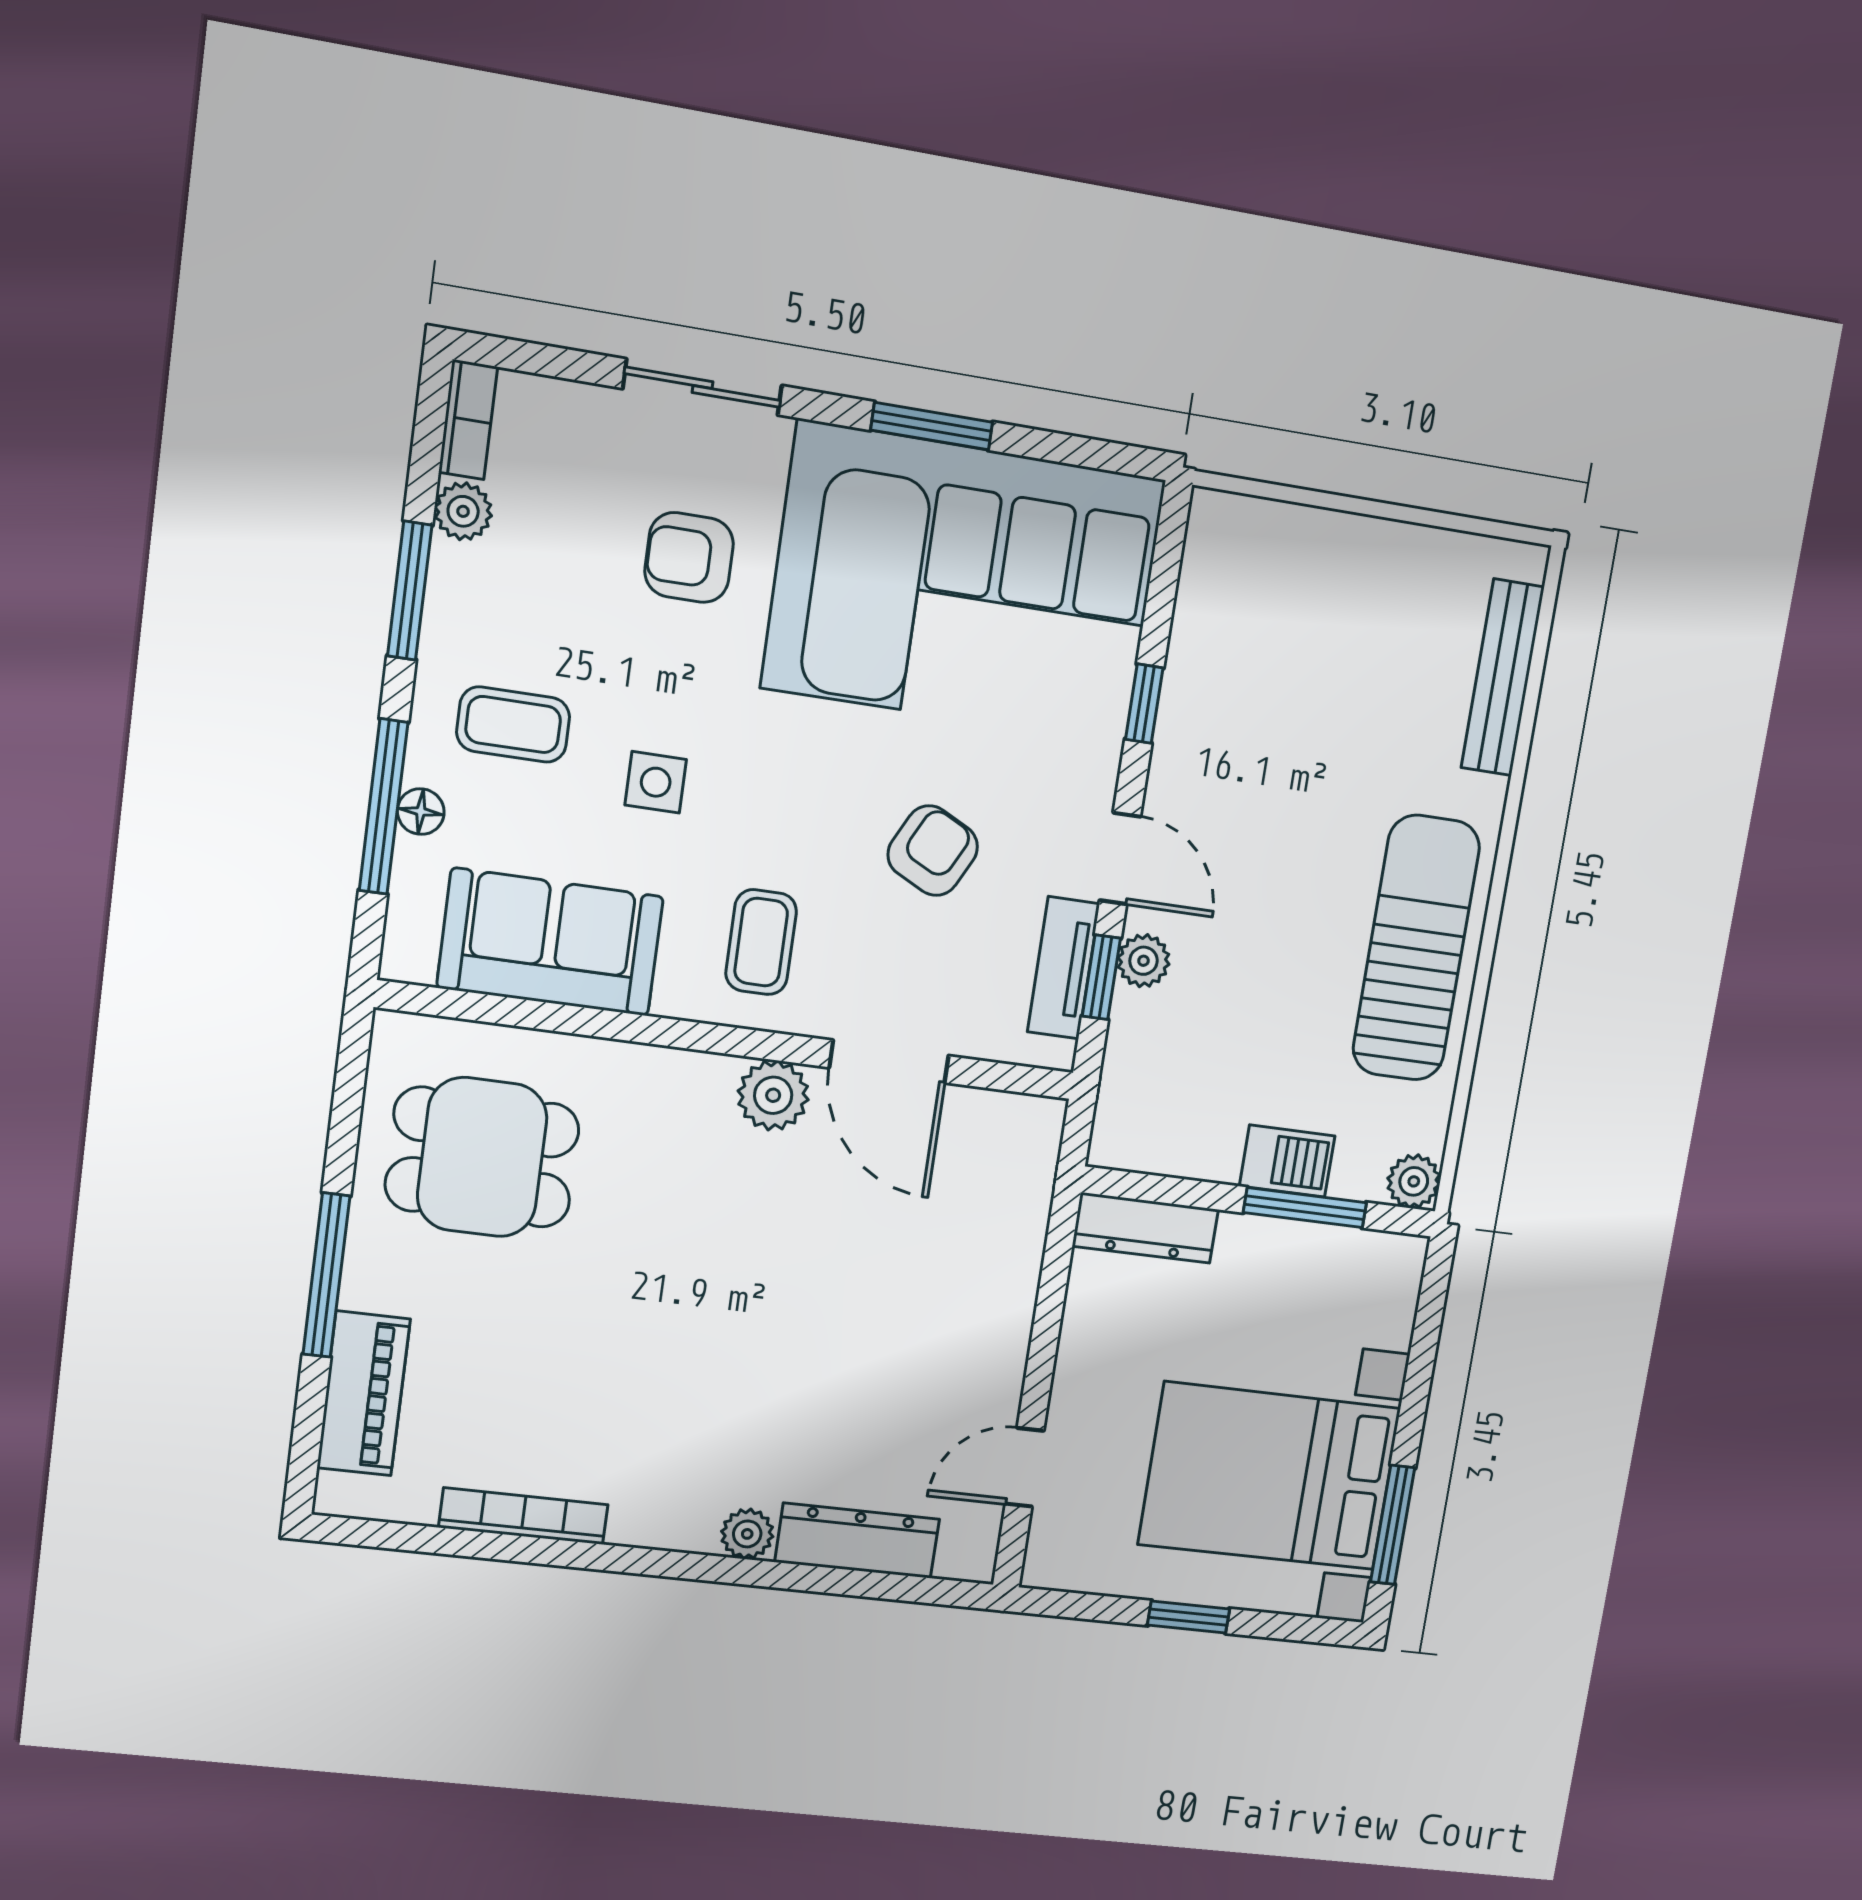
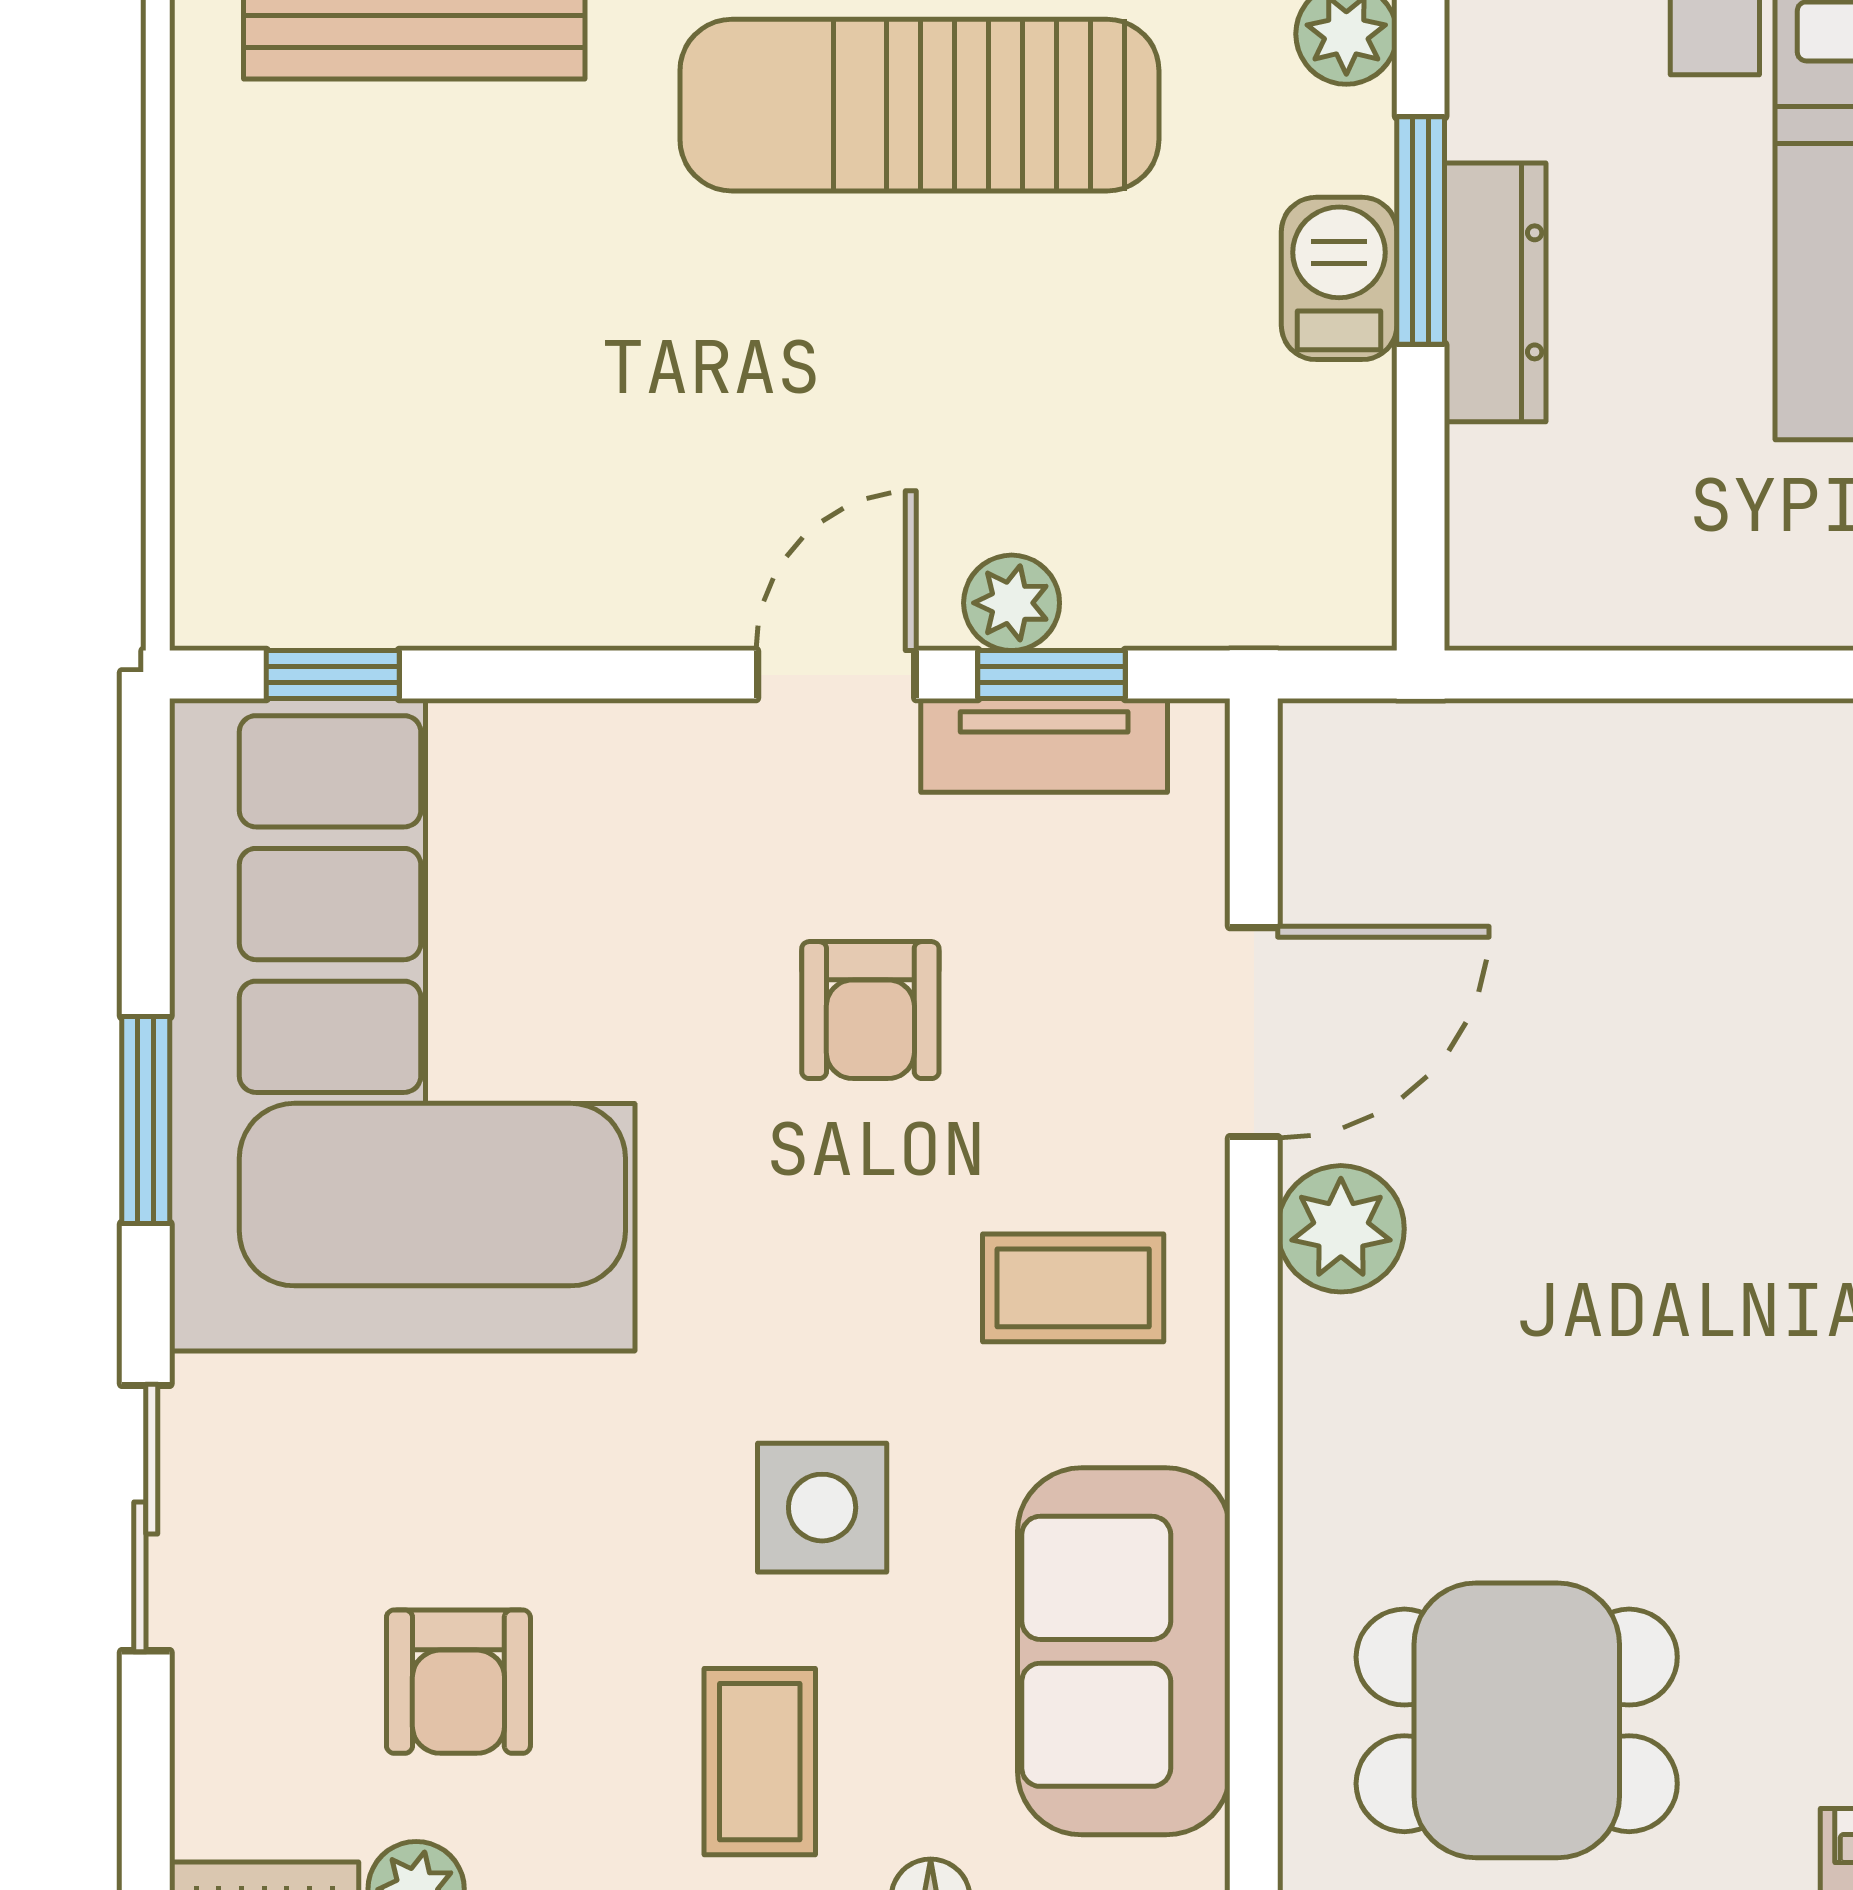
armchair: (689, 557) -> (458, 1682), moved
window: (1144, 704) -> (333, 675), moved
side table: (656, 782) -> (822, 1508), width x1.37, depth x1.37
armchair: (933, 851) -> (870, 1010), turned -117
dining table: (482, 1157) -> (1517, 1720), turned 90
dresser: (1145, 1228) -> (1495, 292), moved

